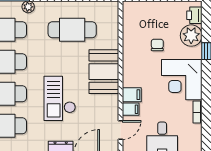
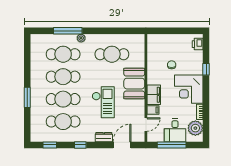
plant: (191, 36) -> (195, 128), moved
filing cabinet: (132, 95) -> (154, 95), width x2.00
checkout: (60, 98) -> (103, 102), turned 180

